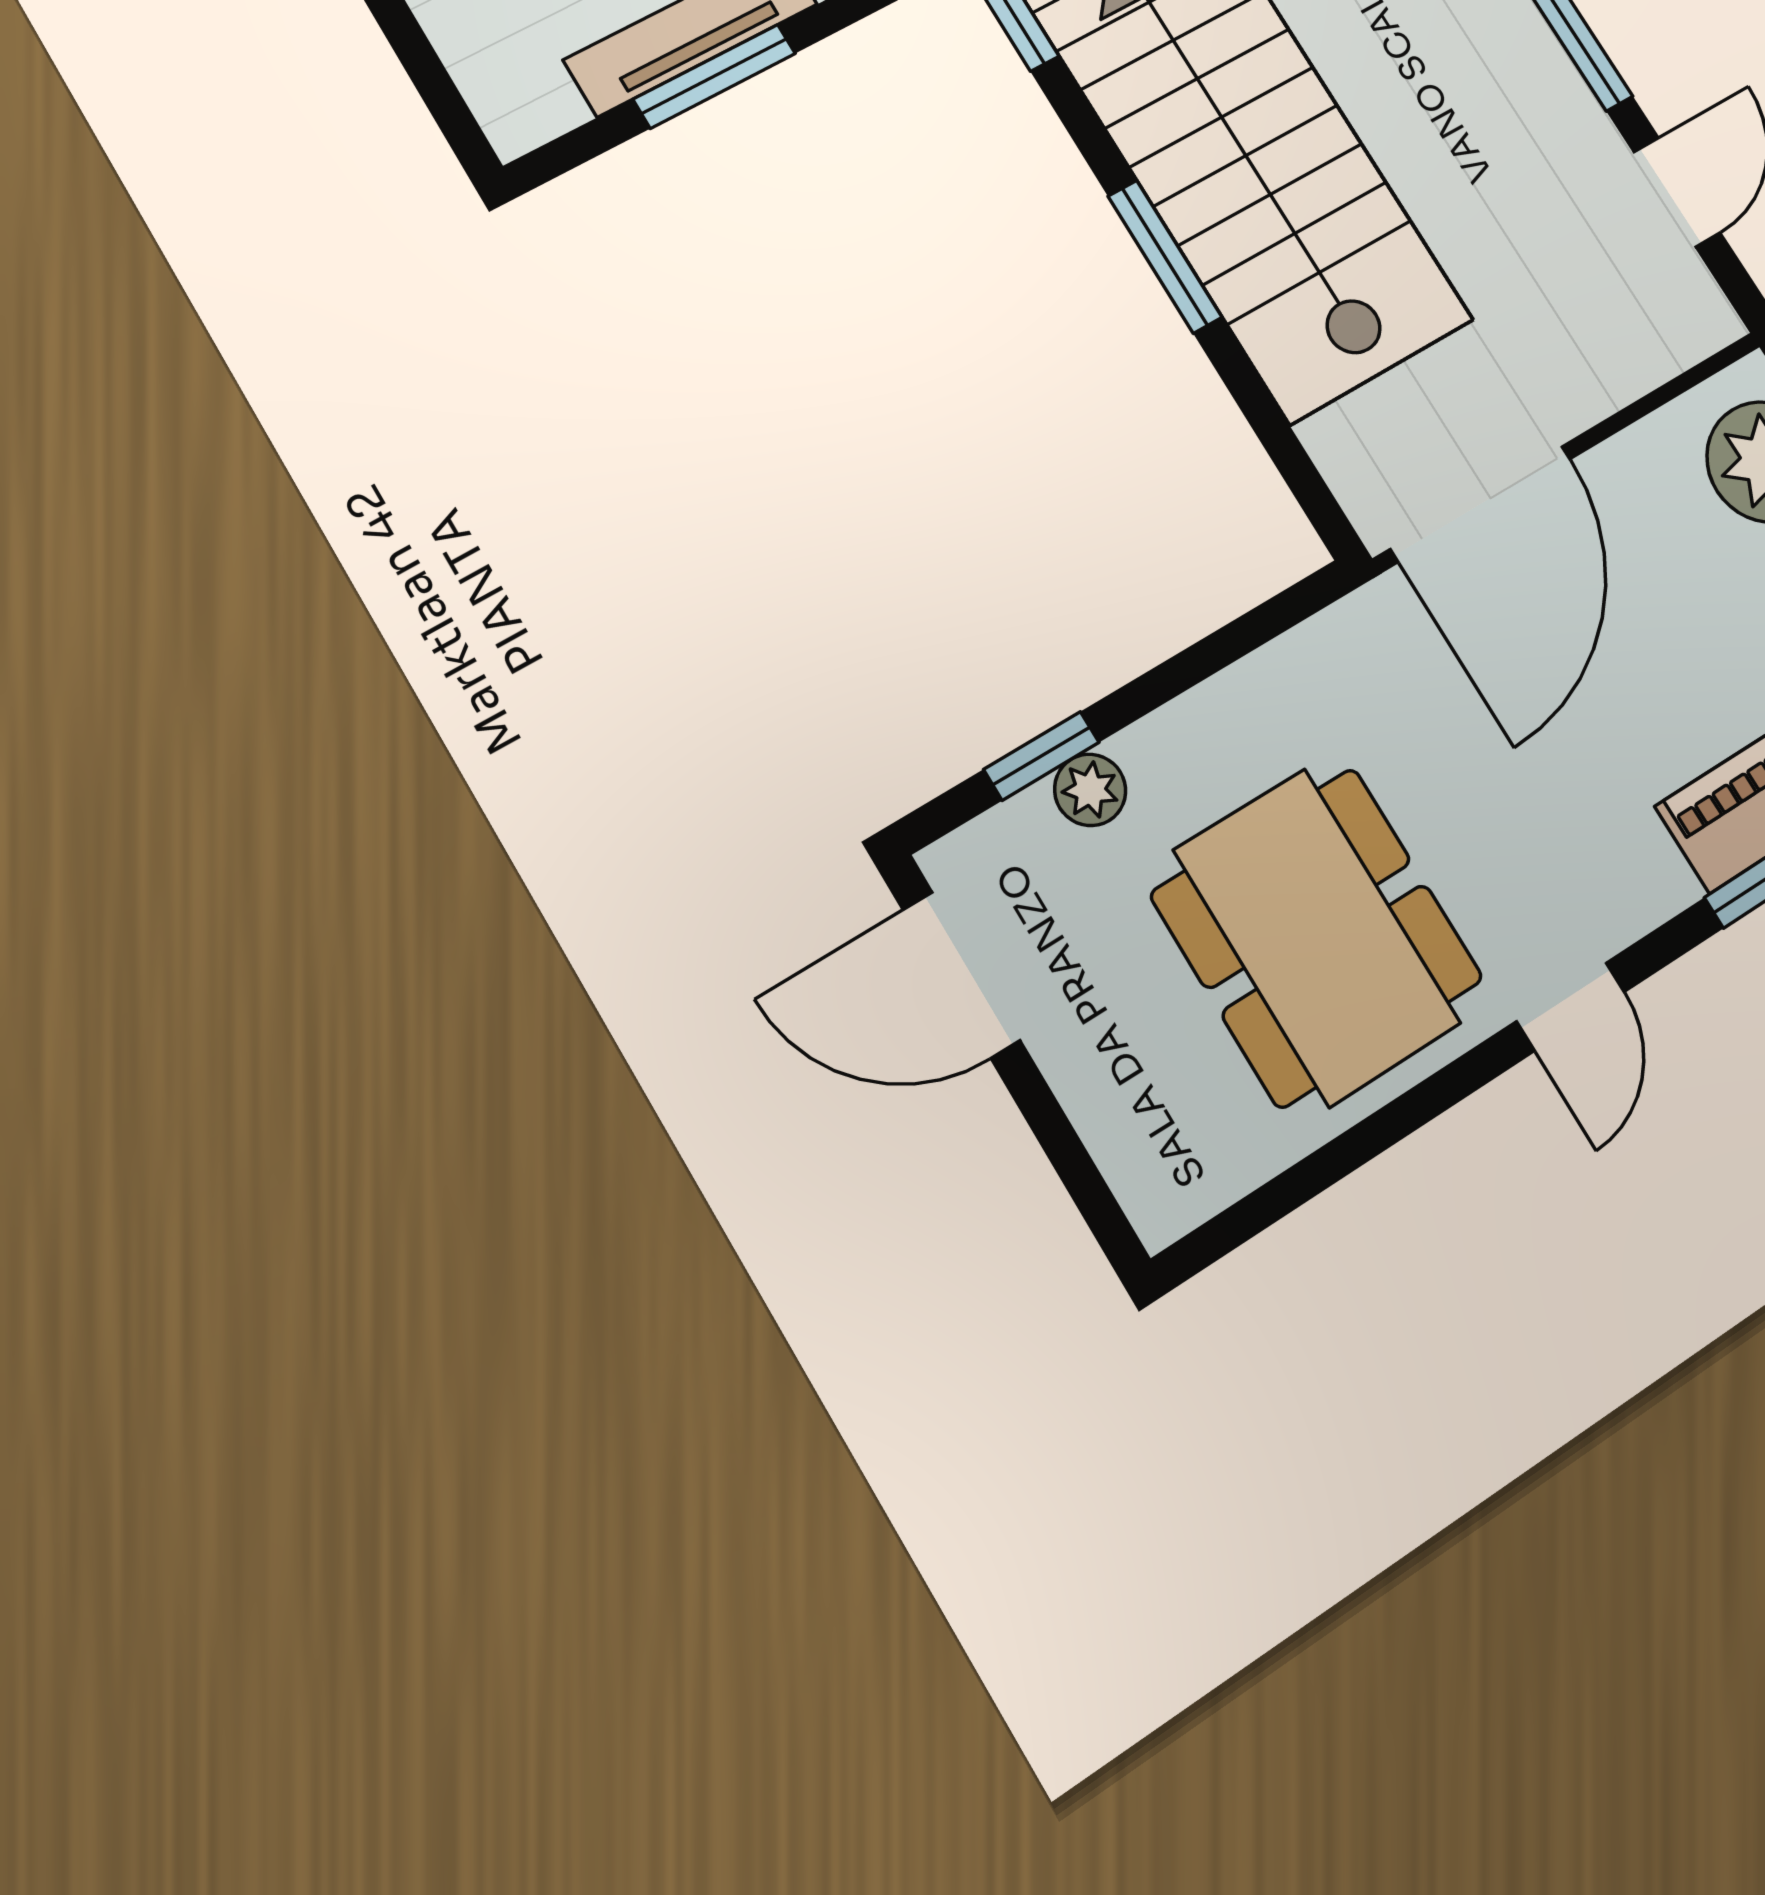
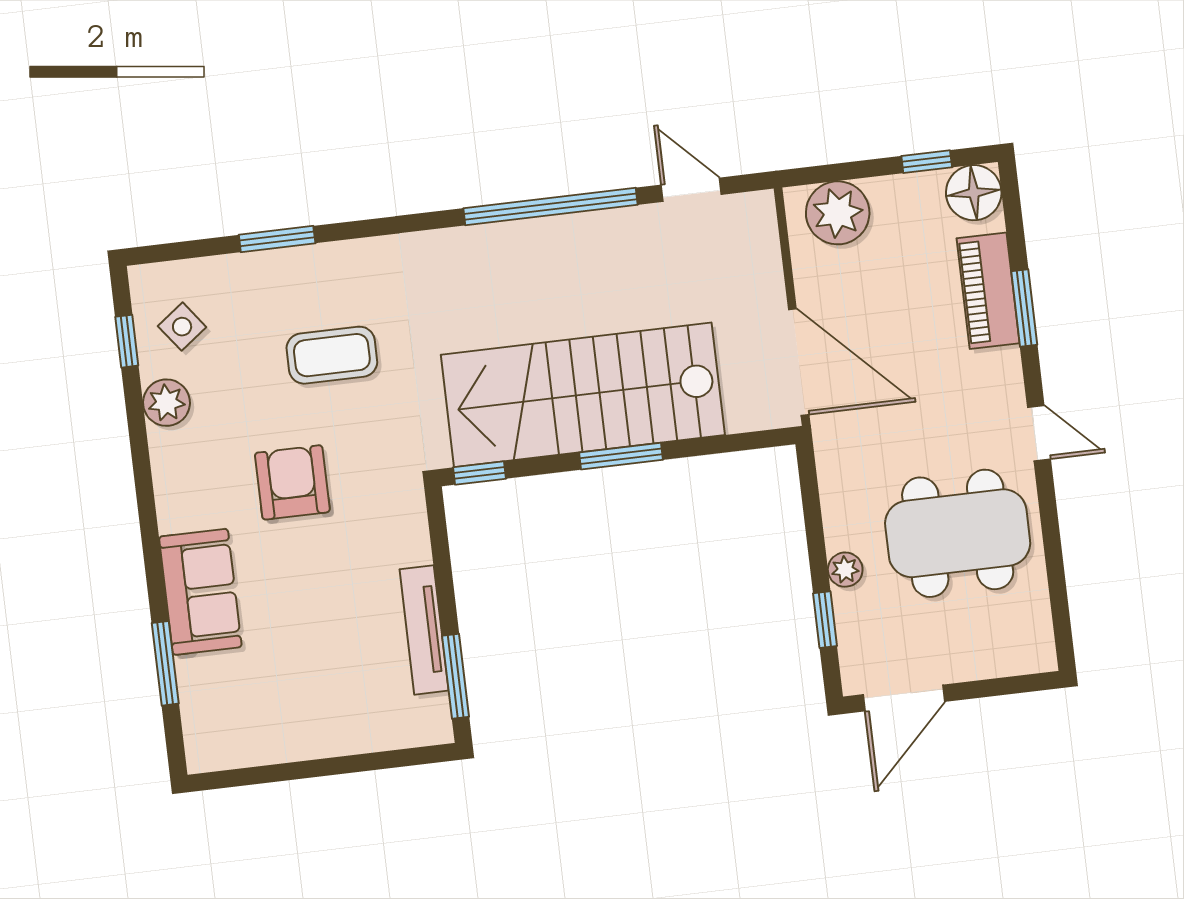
window: (714, 76) -> (456, 676), moved
plant: (1090, 790) -> (845, 570), moved

